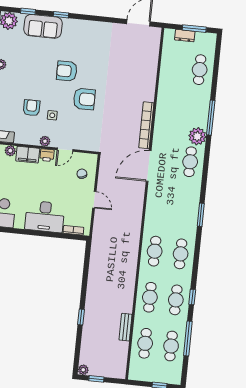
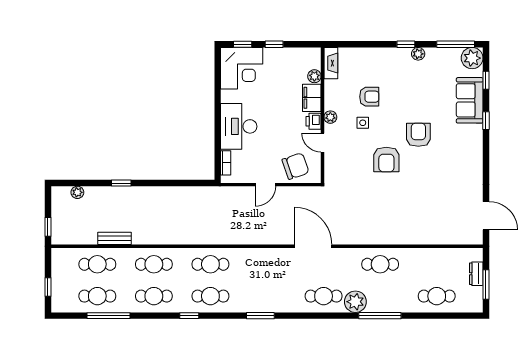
cafe table: (169, 113) -> (380, 264), added
bookcase: (146, 125) -> (362, 238), removed
chair: (82, 174) -> (295, 166), width x1.87, depth x1.87
window: (192, 297) -> (189, 316), moved
plant: (83, 370) -> (77, 192), moved
window: (96, 379) -> (48, 227), moved

